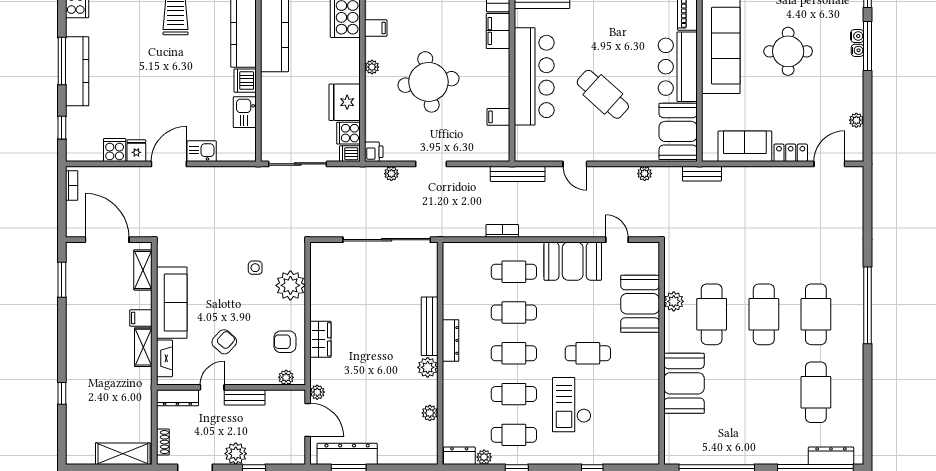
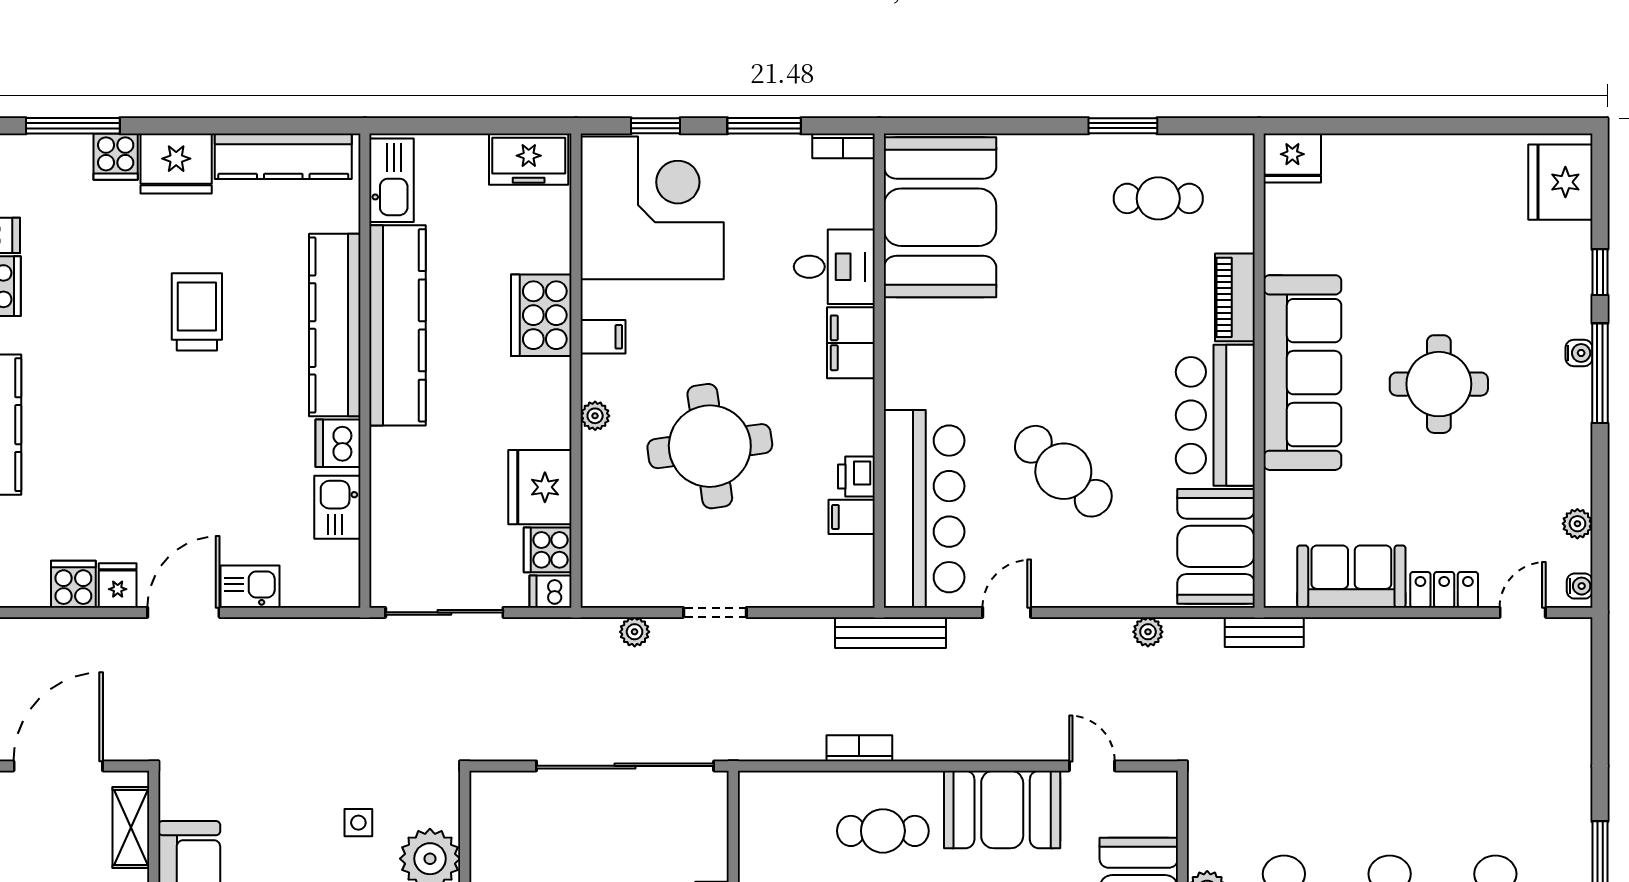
water cooler: (857, 50) -> (1580, 586), moved
bar counter: (534, 76) -> (924, 509), moved
printer: (374, 152) -> (856, 477), moved, turned 180
door: (575, 164) -> (1007, 612), swing flipped
door: (829, 164) -> (1523, 612), width x0.73
door: (107, 240) -> (58, 766), hinge flipped

